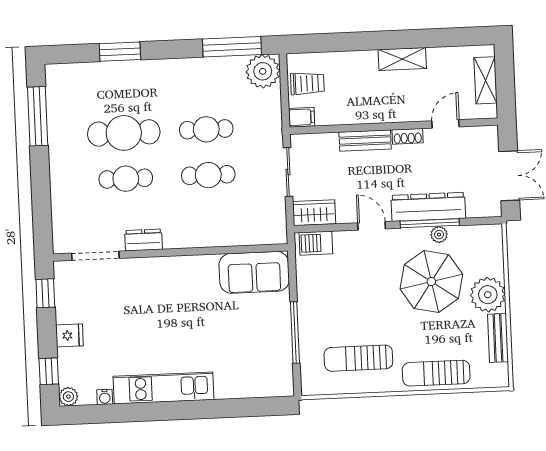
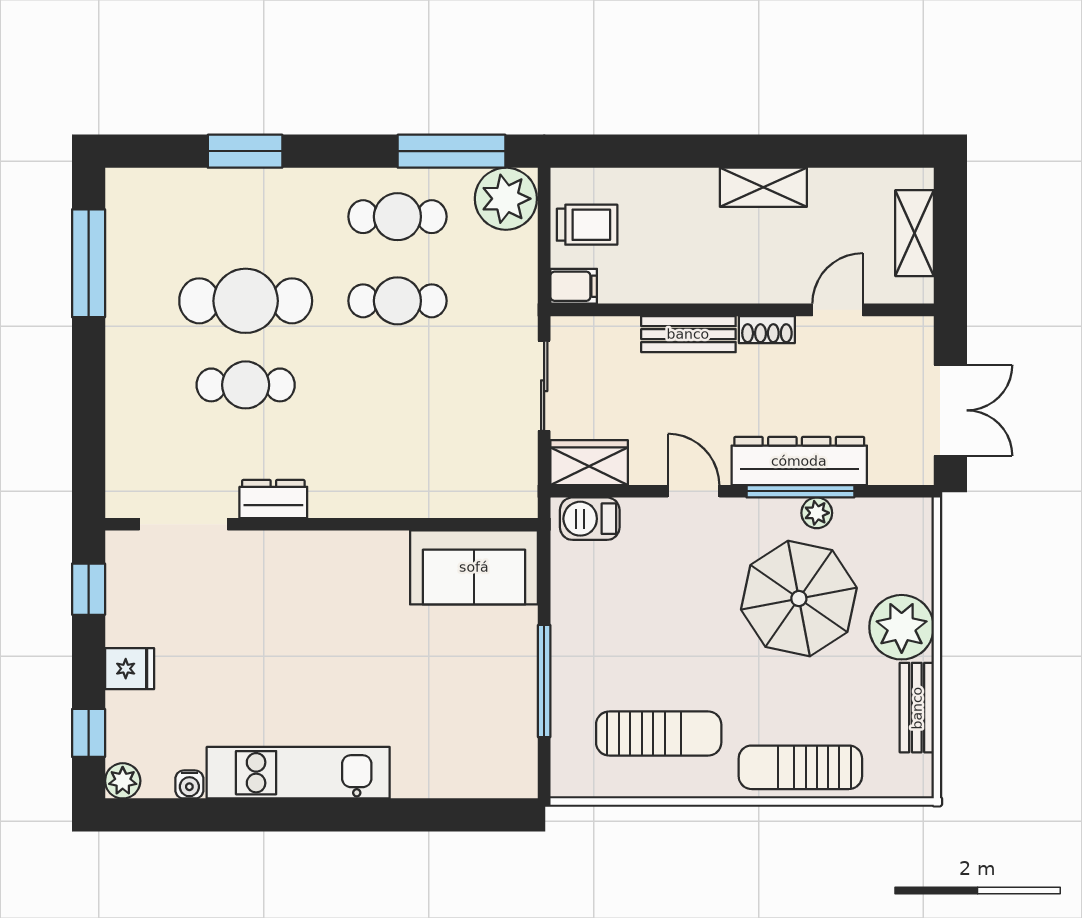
cafe table: (208, 175) -> (397, 217), moved
sun lounger: (358, 358) -> (659, 733), turned 180

